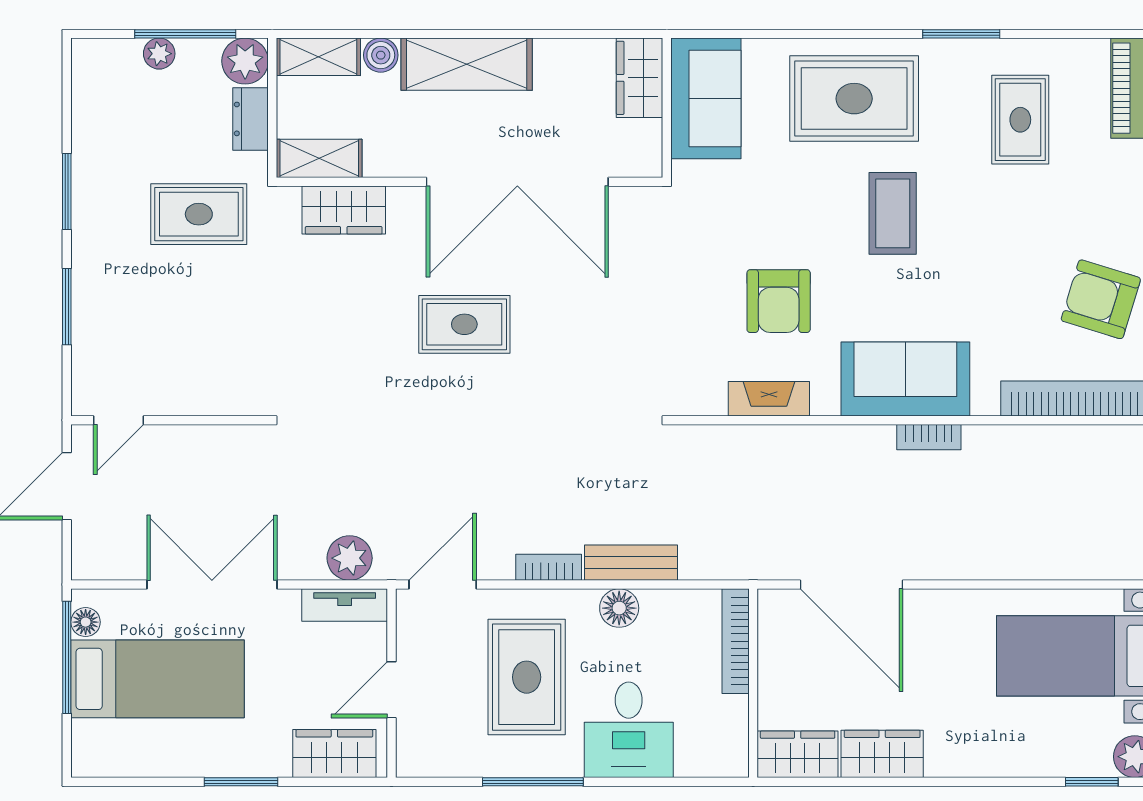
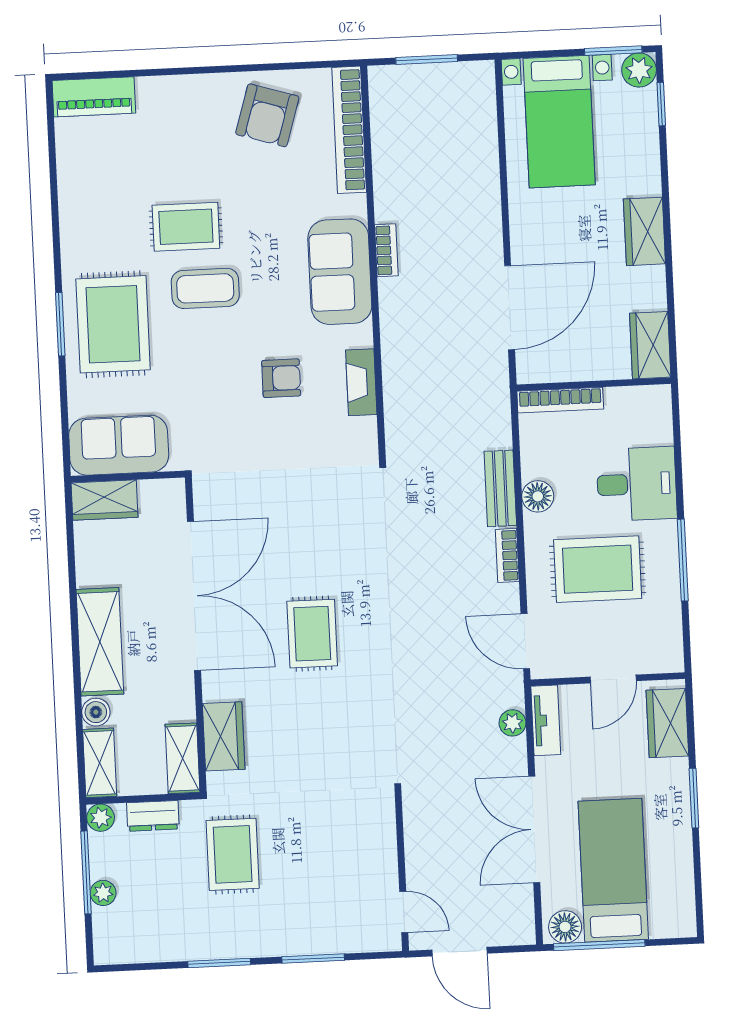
window: (961, 34) -> (60, 324), moved
plant: (245, 61) -> (101, 818), width x0.73, depth x0.73
rug: (1020, 120) -> (186, 227), moved
armchair: (779, 301) -> (281, 378), width x0.72, depth x0.72
plant: (350, 558) -> (512, 723), width x0.73, depth x0.73
floor lamp: (86, 622) -> (565, 927), width x1.37, depth x1.37
door: (391, 690) -> (613, 679), hinge flipped
wardrobe: (882, 754) -> (644, 231), moved

